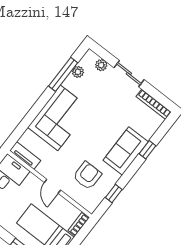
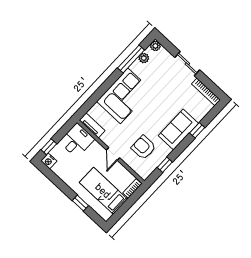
plant: (101, 65) -> (155, 46), moved
armchair: (87, 176) -> (144, 147), turned -90

